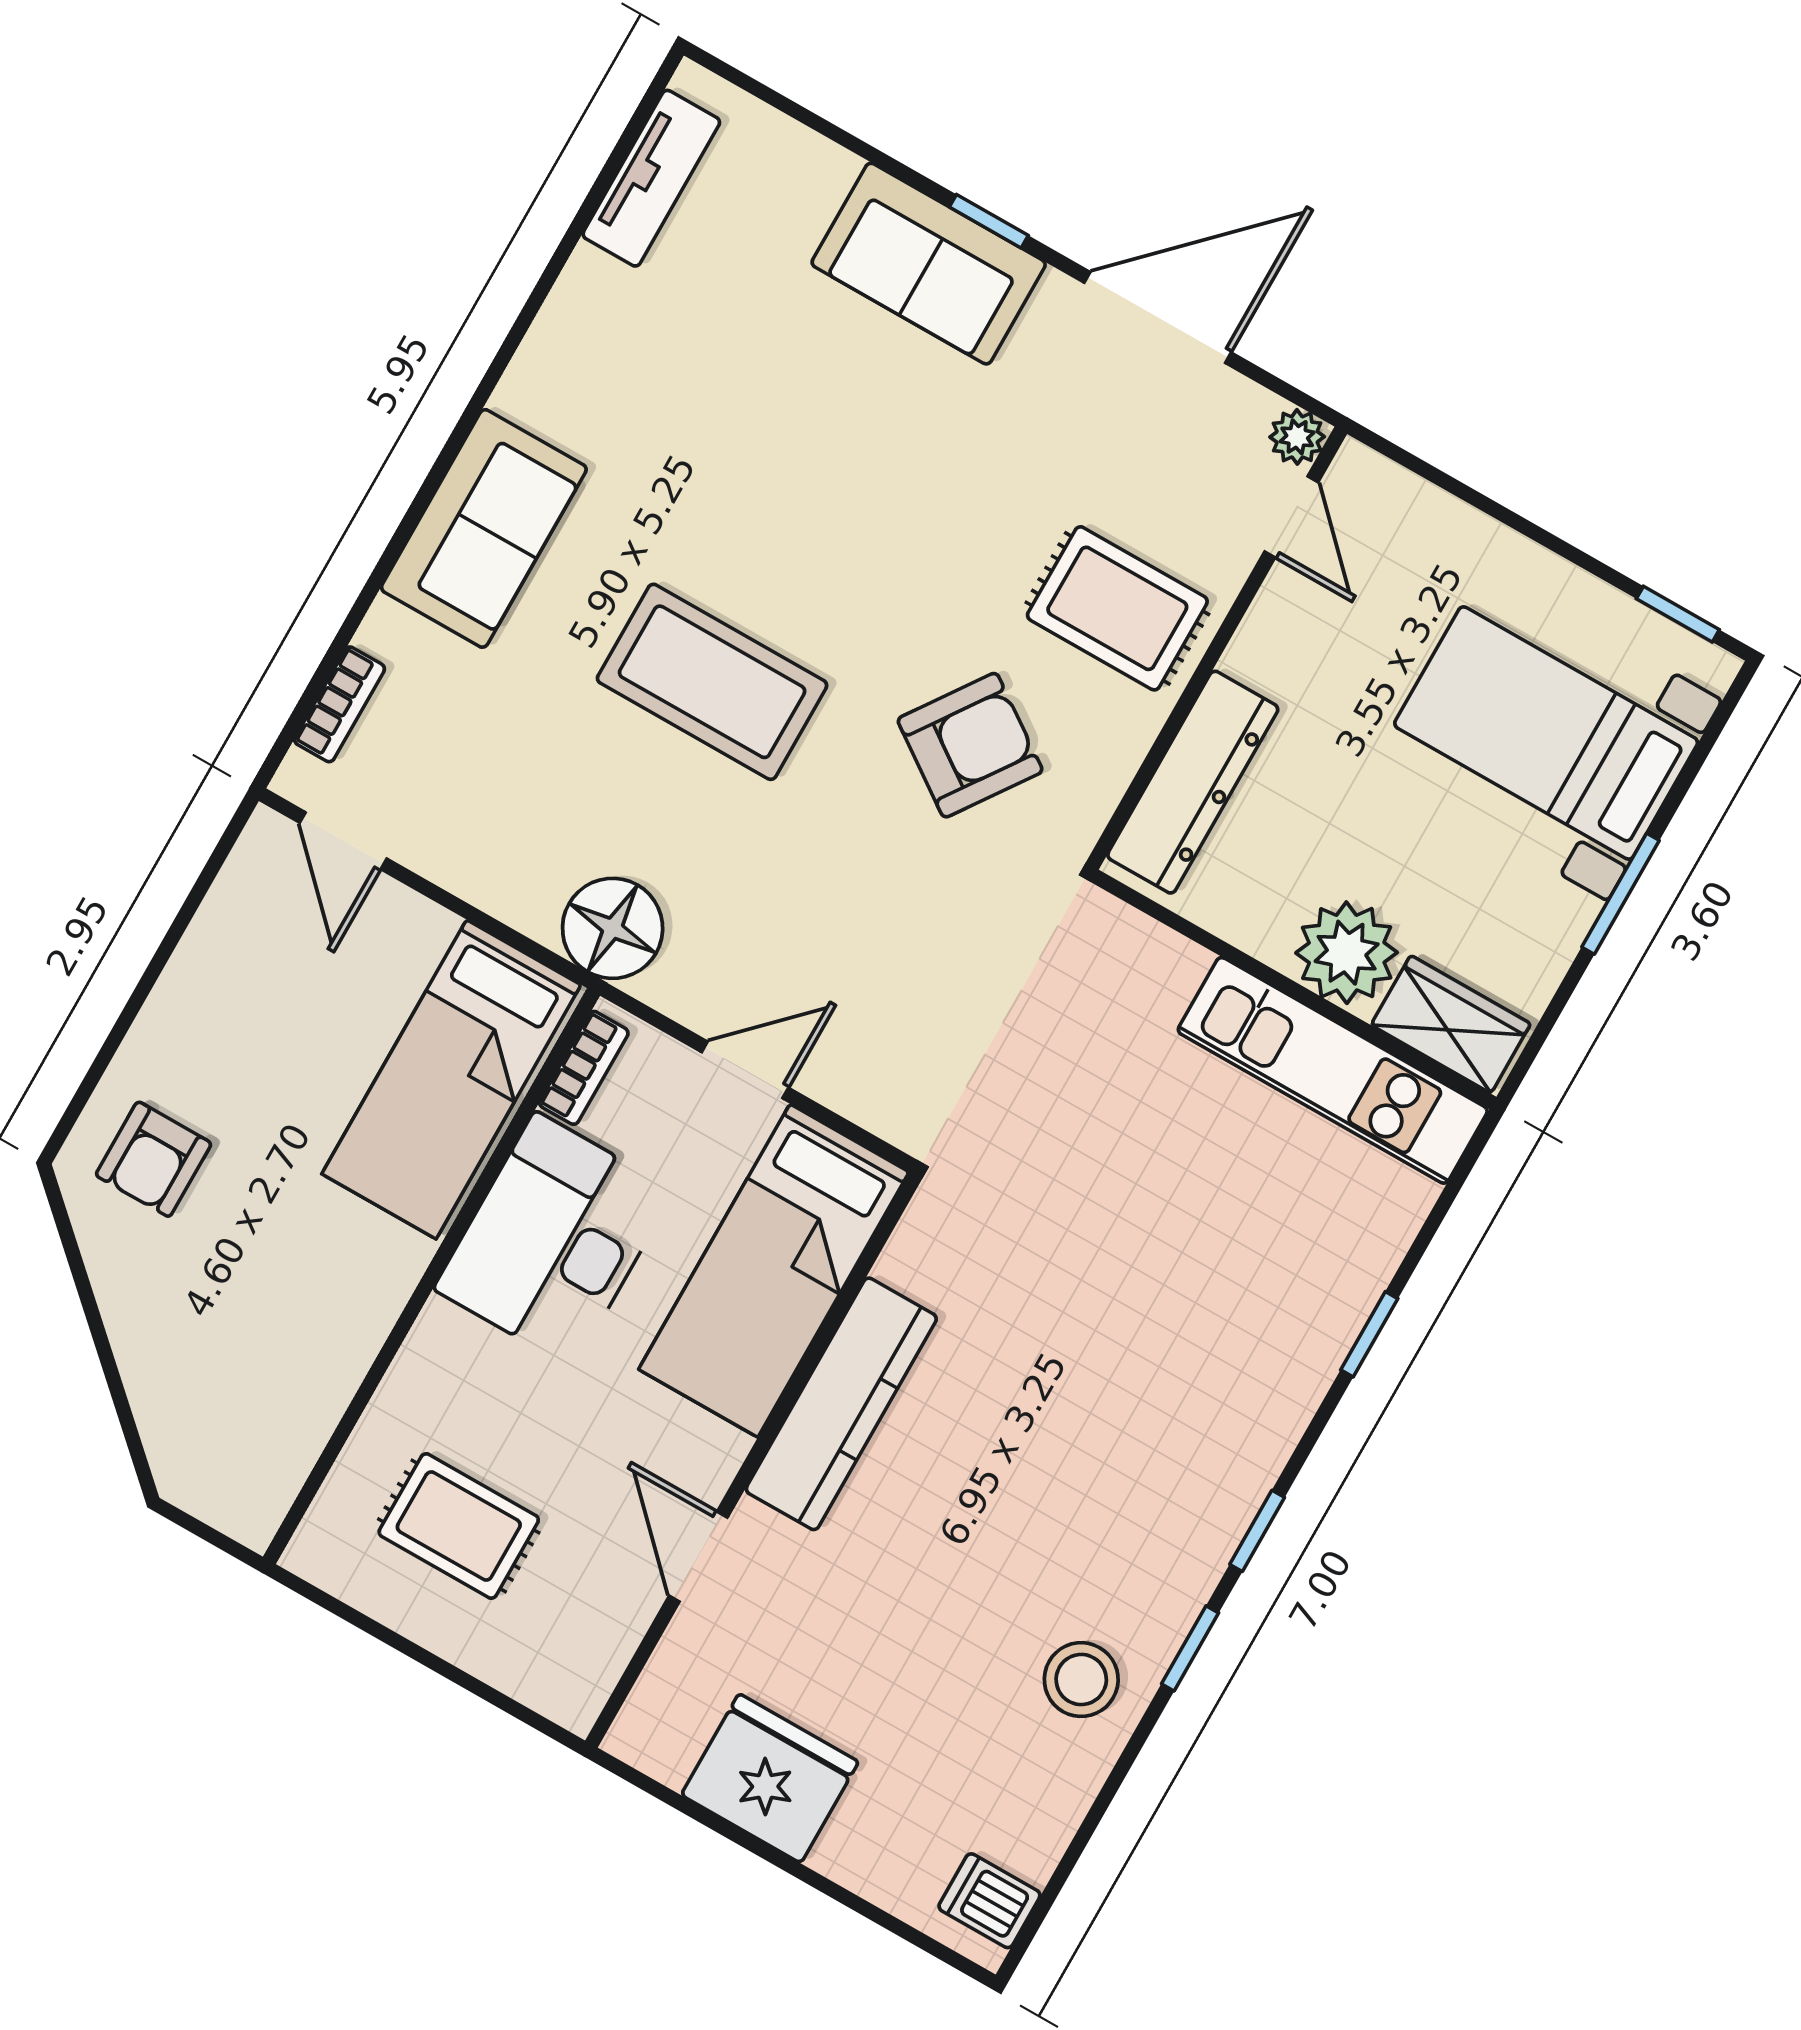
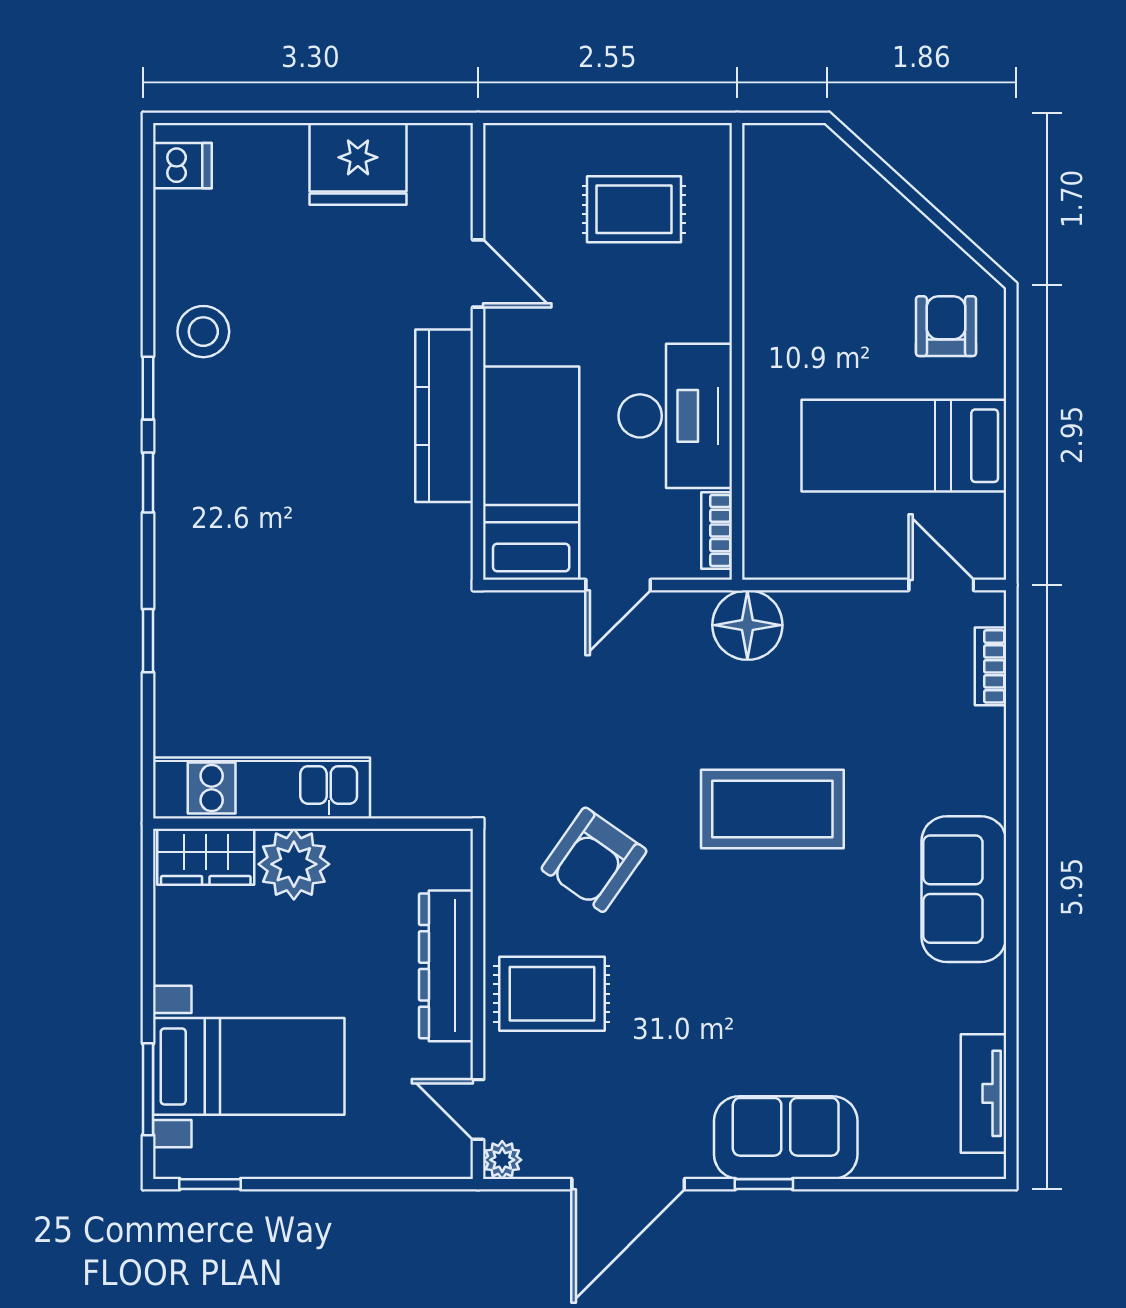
sofa: (484, 528) -> (964, 889), moved
dresser: (1193, 782) -> (446, 966), moved
window: (1621, 894) -> (148, 1089), moved
bed: (451, 1079) -> (904, 446), moved, turned -90

